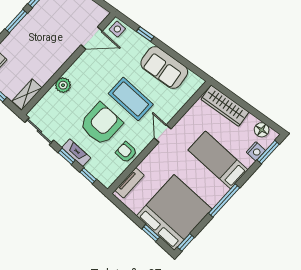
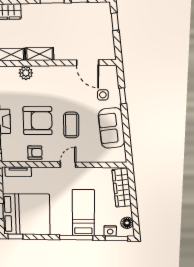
side table: (117, 29) -> (103, 95), moved
shelving: (48, 71) -> (40, 54), added
plant: (63, 85) -> (26, 73), moved
coffee table: (131, 99) -> (71, 125), width x0.73, depth x0.76
armchair: (126, 152) -> (35, 153), turned 90
window: (224, 200) -> (76, 238), moved

